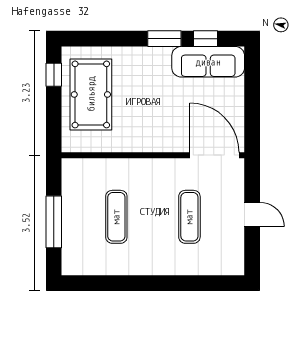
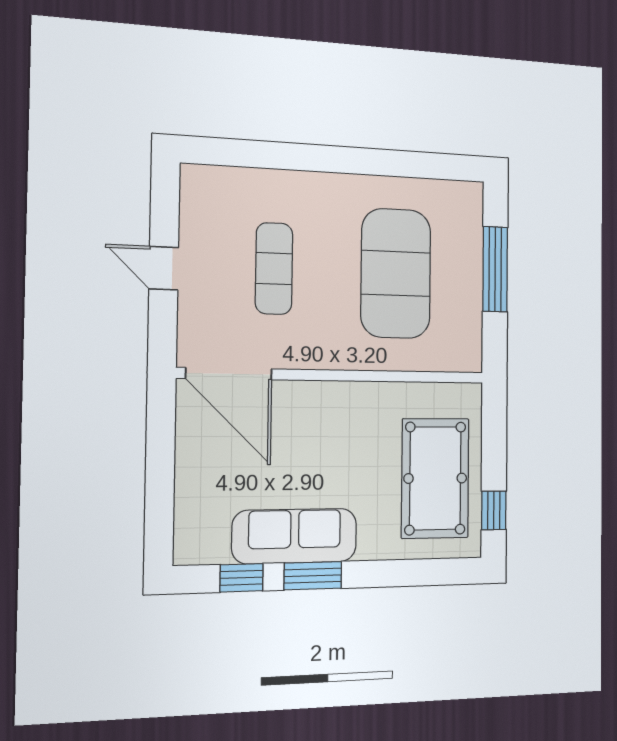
sofa: (208, 62) -> (295, 536), moved
exercise mat: (116, 217) -> (396, 273), width x2.00, depth x1.45

